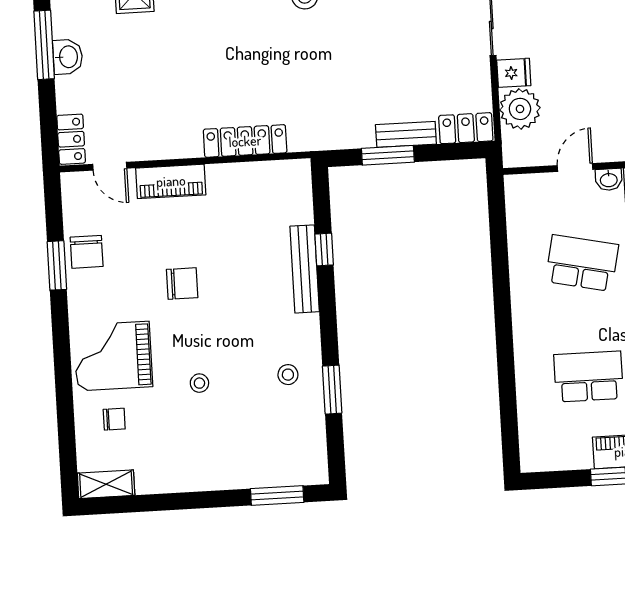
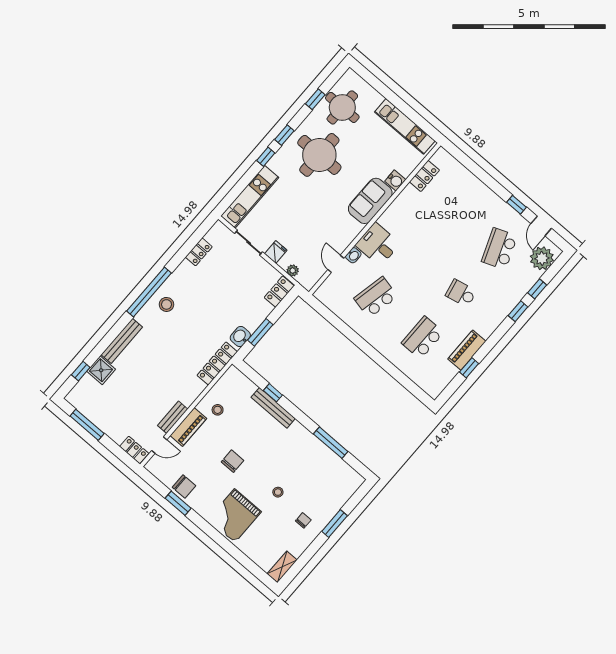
washbasin: (68, 57) -> (240, 336), moved, turned -90
plant: (520, 109) -> (293, 270), width x0.53, depth x0.53
bench: (406, 134) -> (173, 417), moved
locker: (245, 141) -> (217, 363), moved
stool: (288, 375) -> (218, 410), moved
window: (332, 390) -> (331, 443), width x1.44
chair: (114, 419) -> (303, 520), moved
window: (277, 495) -> (335, 524), moved

